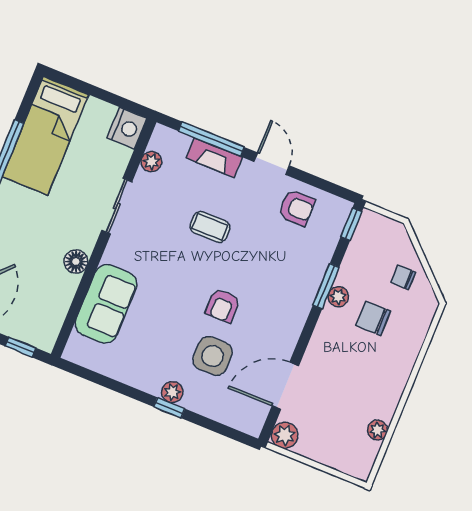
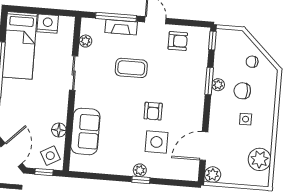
nightstand: (127, 128) -> (48, 24), moved, turned -90
coffee table: (210, 227) -> (131, 68), width x1.36, depth x1.30
floor lamp: (76, 262) -> (59, 130), moved
side table: (39, 324) -> (50, 156), added
side table: (364, 364) -> (246, 119), added
plant: (378, 430) -> (260, 159), width x1.88, depth x1.88

